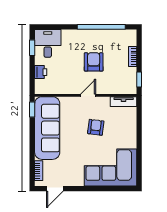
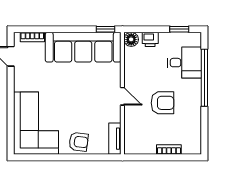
window: (101, 27) -> (204, 78), moved
desk: (48, 43) -> (185, 63), moved
window: (139, 80) -> (141, 157), removed
floor lamp: (41, 88) -> (131, 39), added
armchair: (96, 127) -> (79, 142), moved

